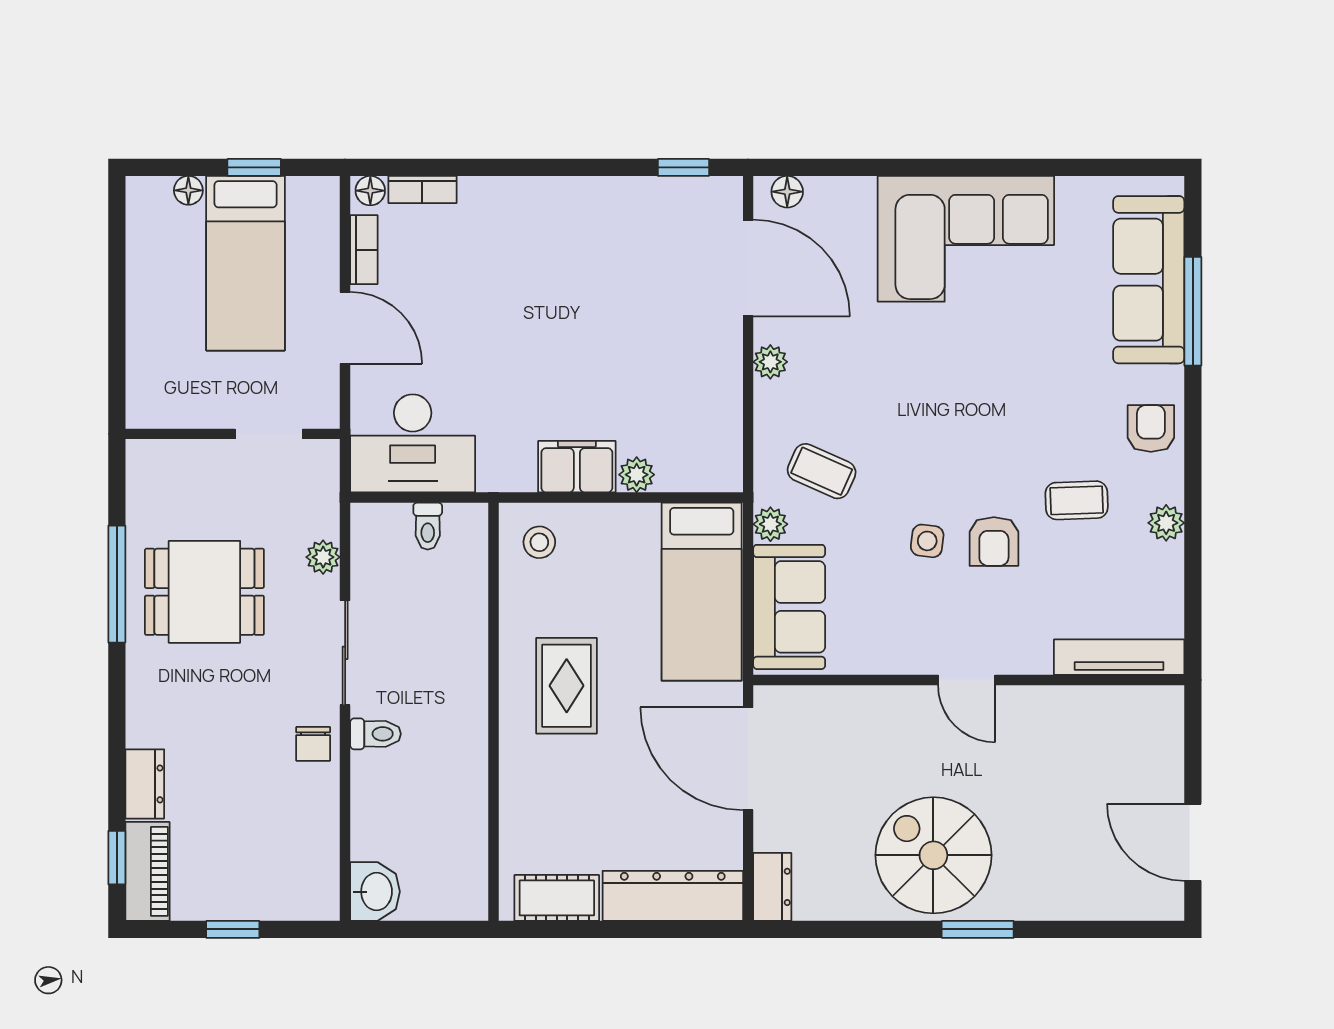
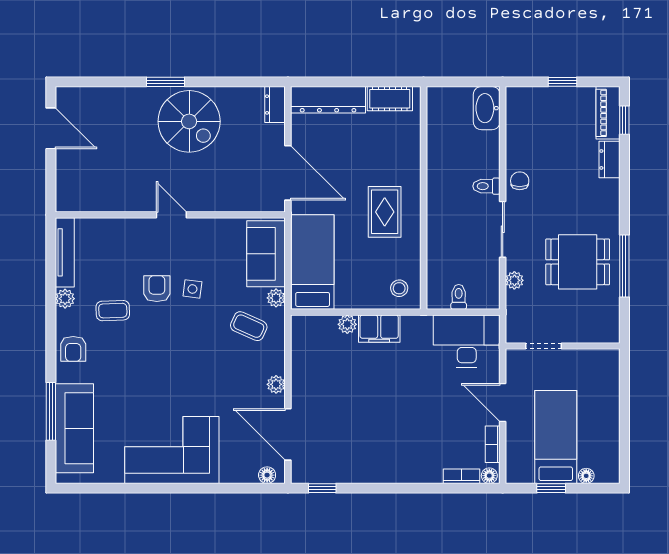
tv unit: (1119, 657) -> (65, 252), moved, turned -90
washbasin: (375, 892) -> (487, 108), width x1.38

